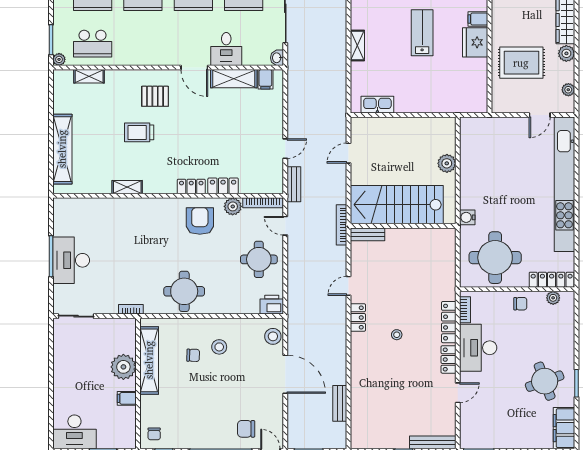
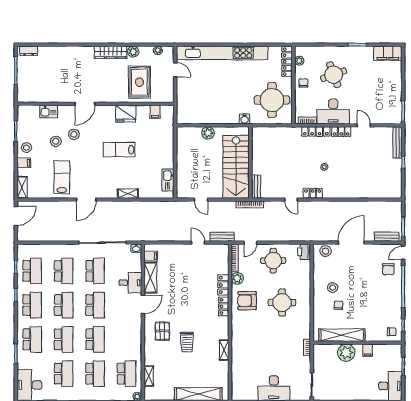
filing cabinet: (478, 19) -> (155, 112), moved
round table: (184, 291) -> (282, 303), moved
round table: (545, 381) -> (334, 75), moved
bench: (340, 403) -> (387, 237), moved

